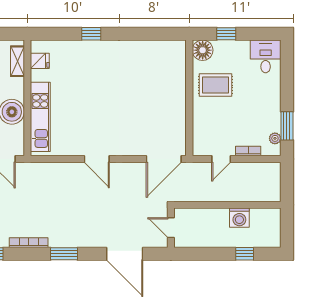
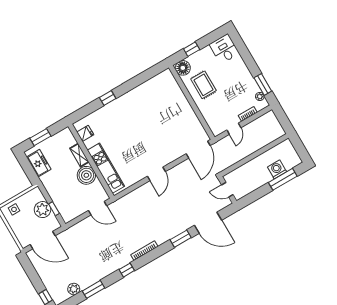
shelving: (17, 61) -> (79, 155), moved
rug: (215, 85) -> (203, 85), turned 90
door: (97, 159) -> (156, 174), hinge flipped
washing machine: (239, 218) -> (277, 169), moved, turned 180
window: (64, 254) -> (181, 239), moved
window: (245, 254) -> (283, 179), width x2.17

